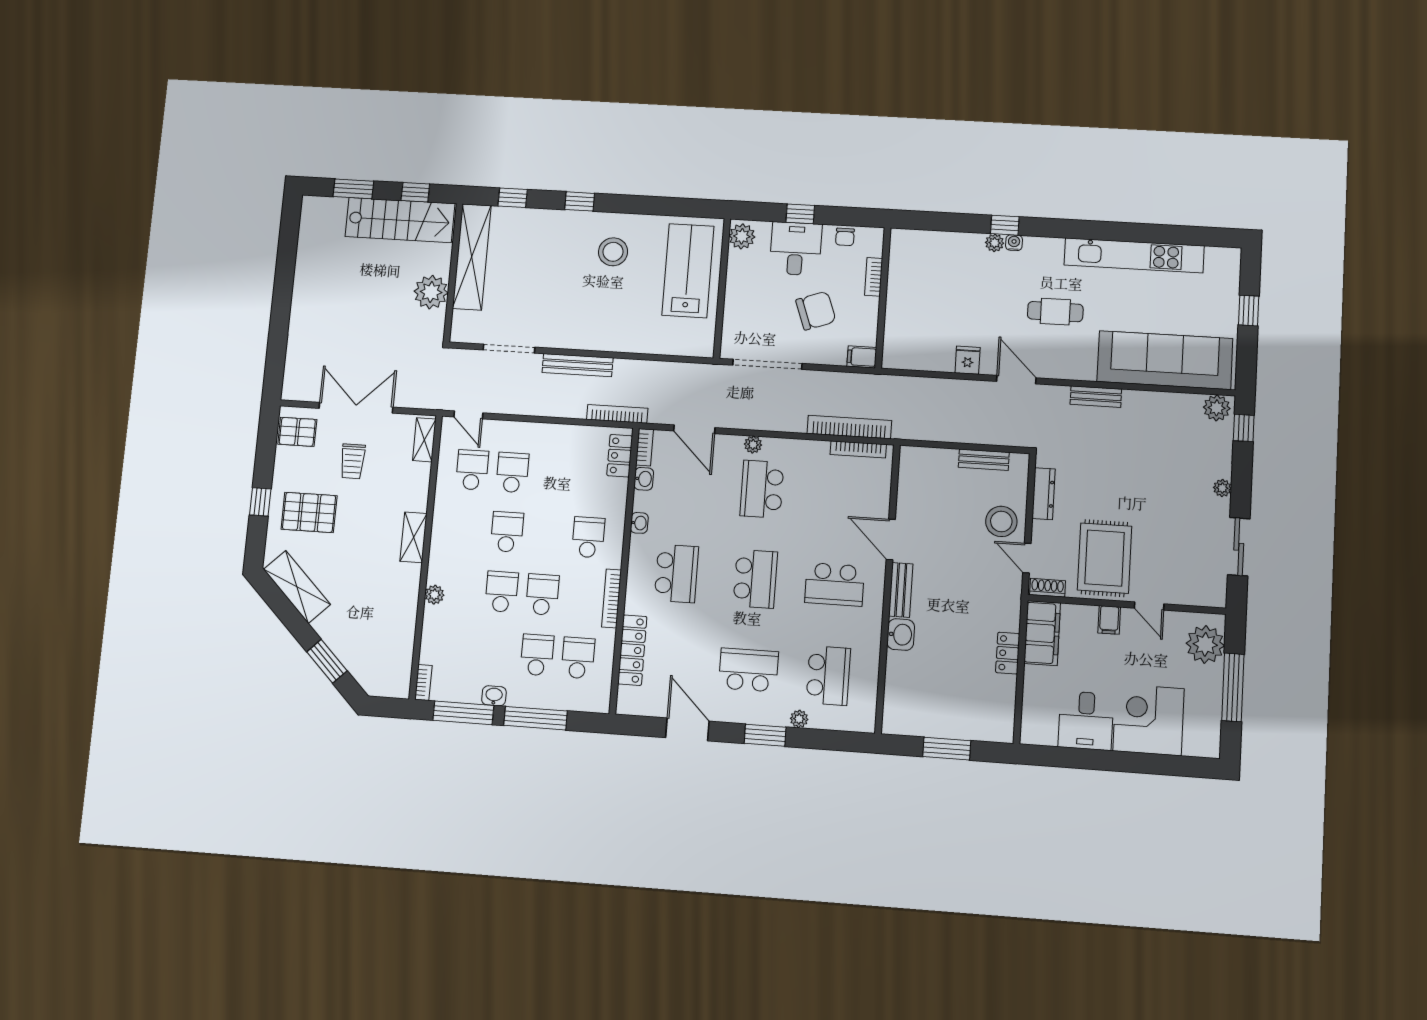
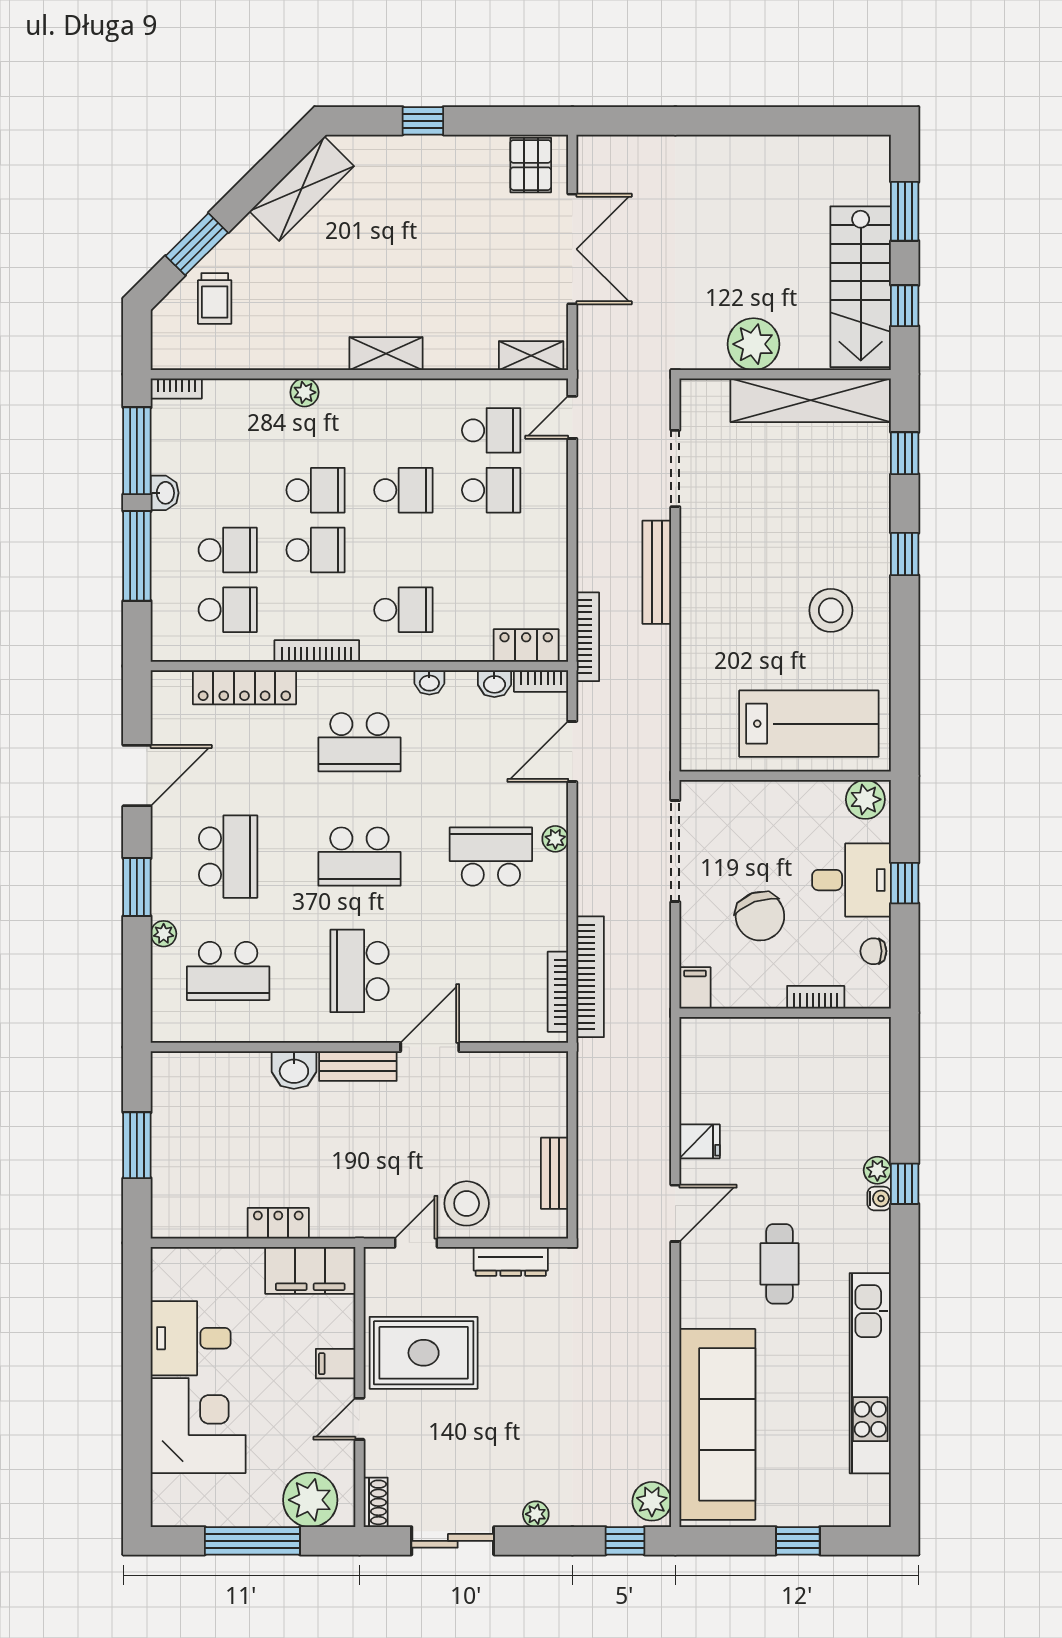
bench: (1096, 397) -> (657, 1329), removed
trolley: (353, 461) -> (215, 298), moved, turned -90
pallet: (309, 512) -> (412, 195), removed
shoe rack: (1048, 588) -> (376, 1502), moved

